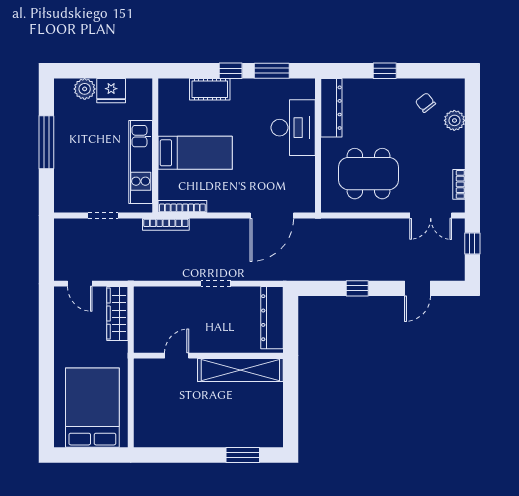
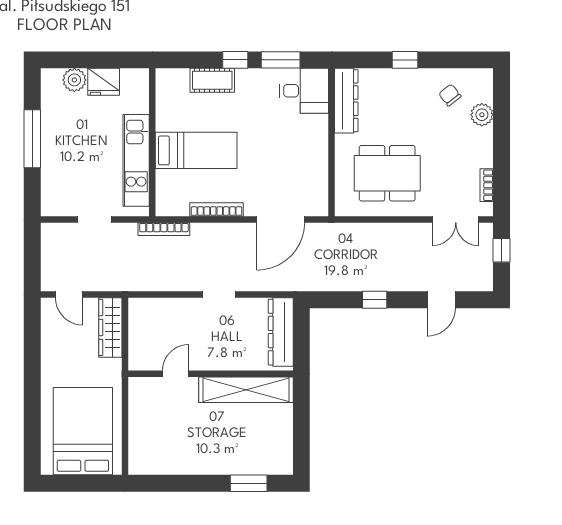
desk: (293, 128) -> (304, 91), moved, width x0.73
bookcase: (182, 206) -> (216, 209), moved

